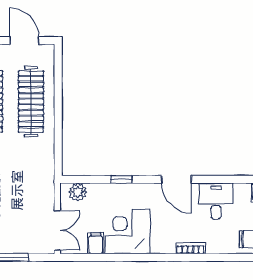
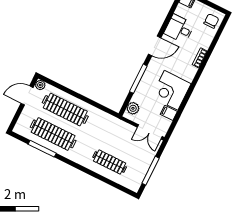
plant: (47, 52) -> (40, 85), added
window: (121, 179) -> (138, 79), width x2.17
double door: (57, 230) -> (150, 132), swing flipped

